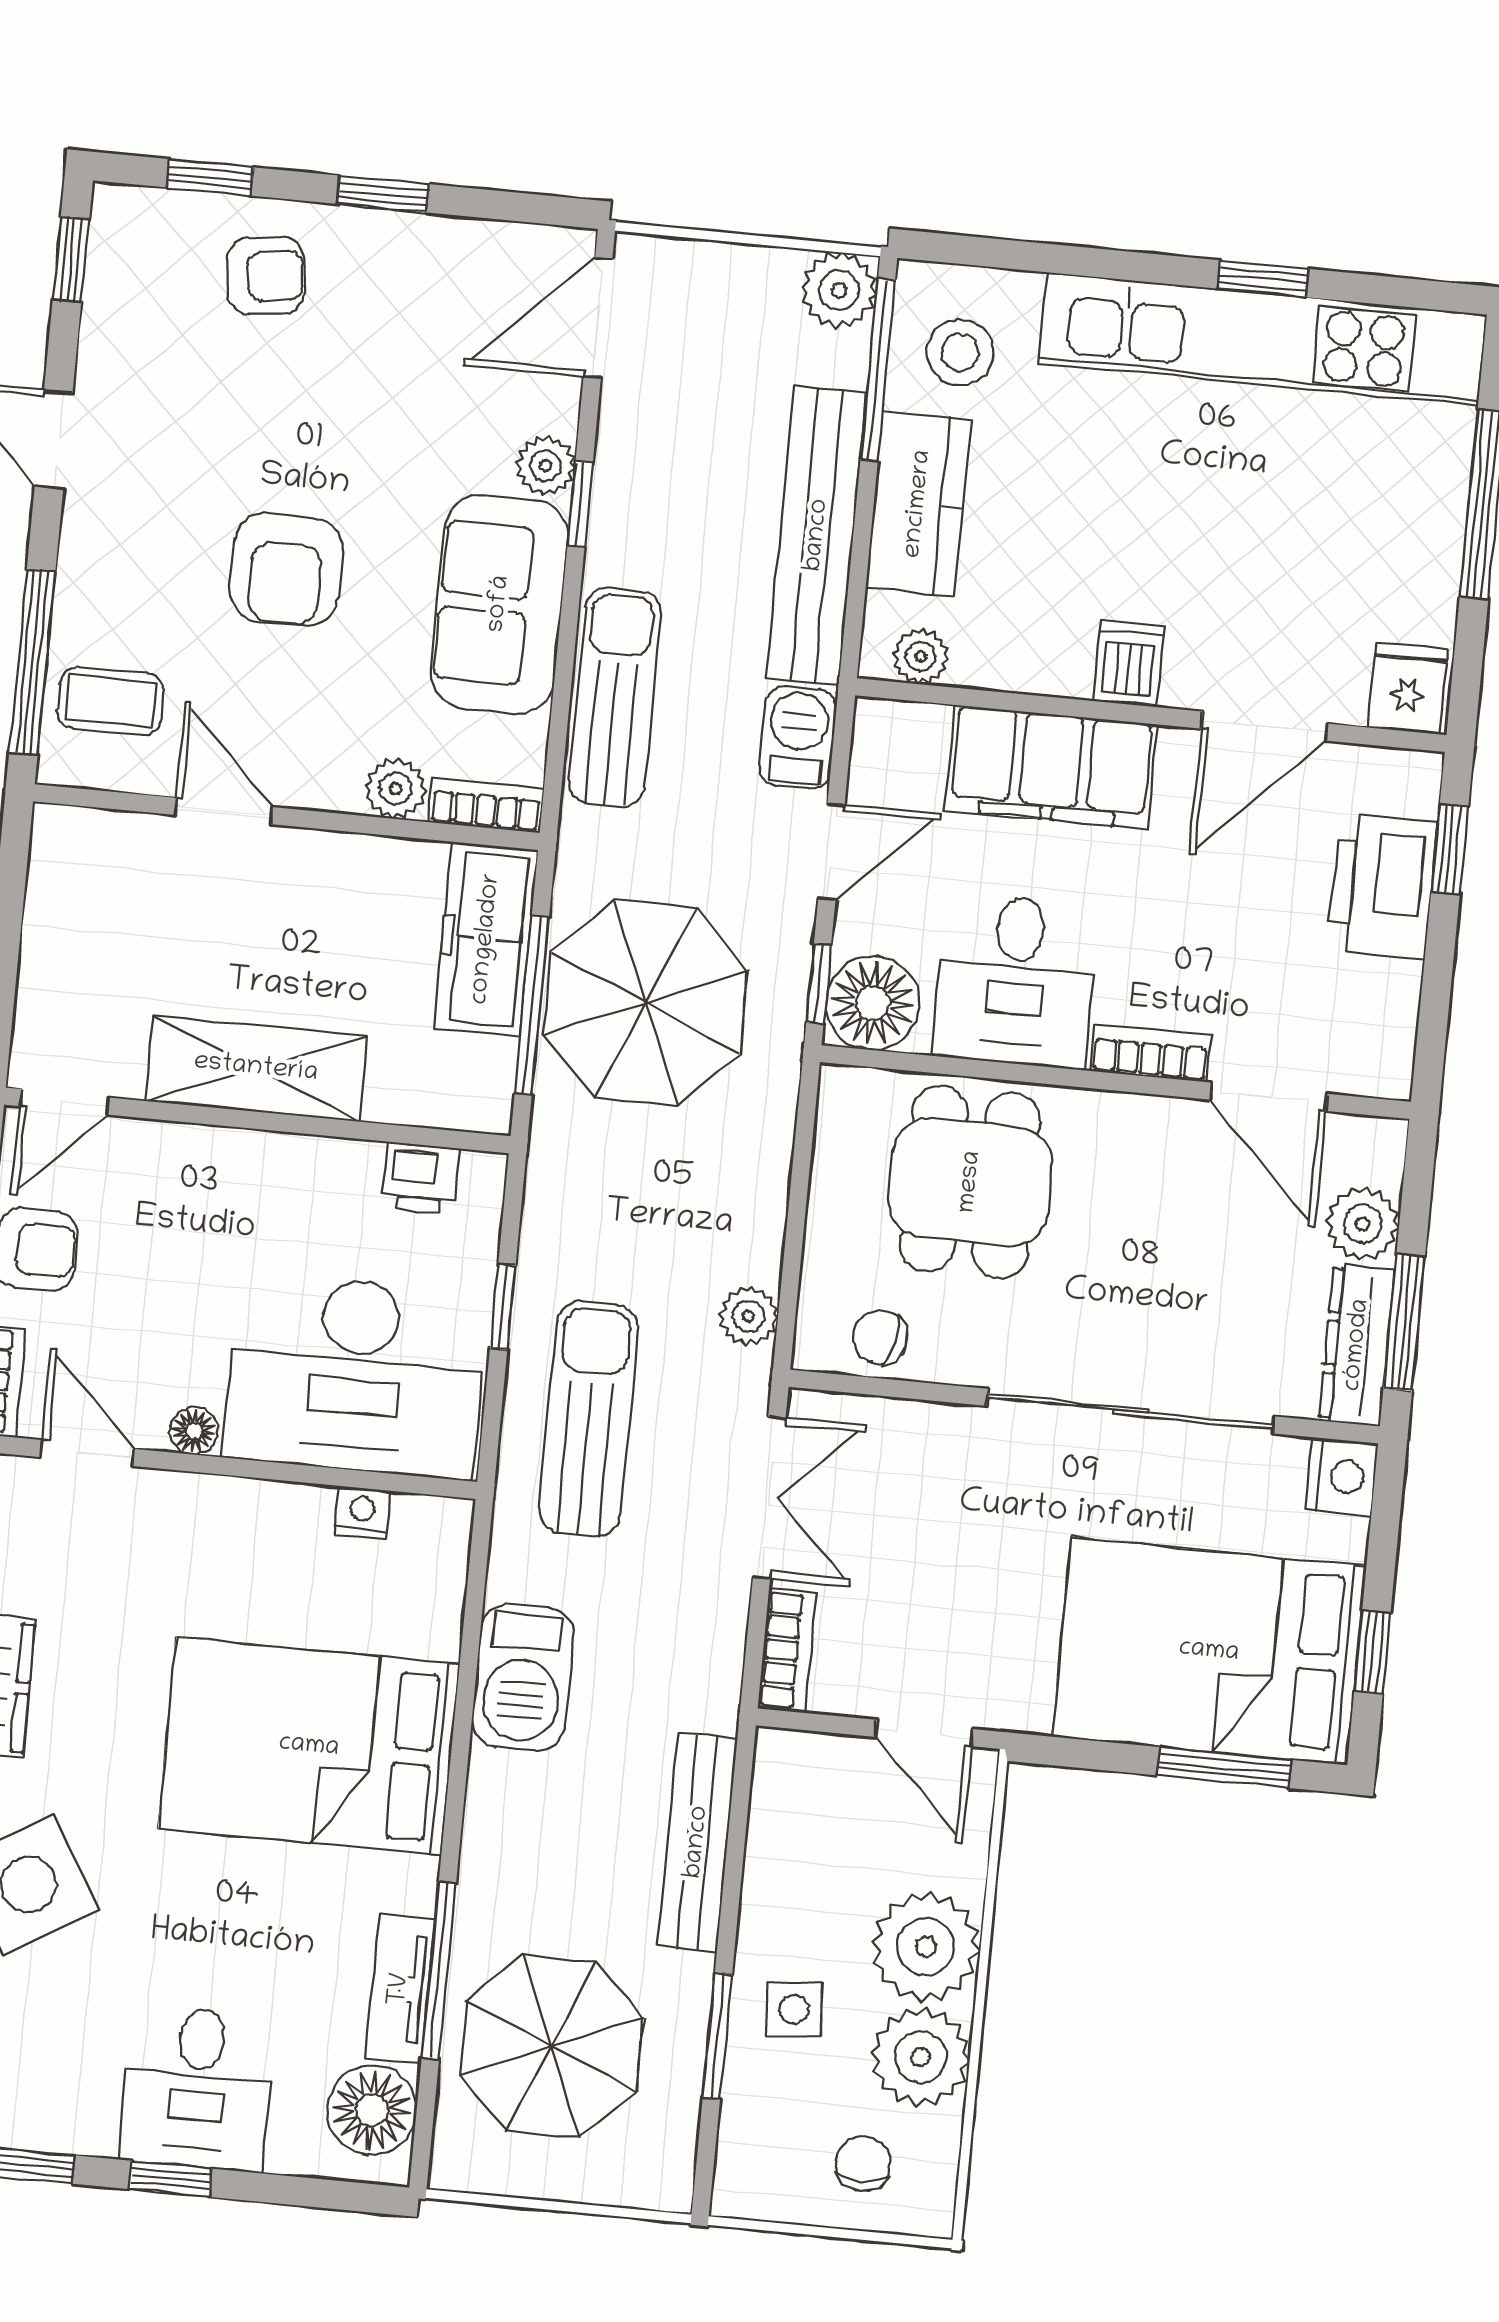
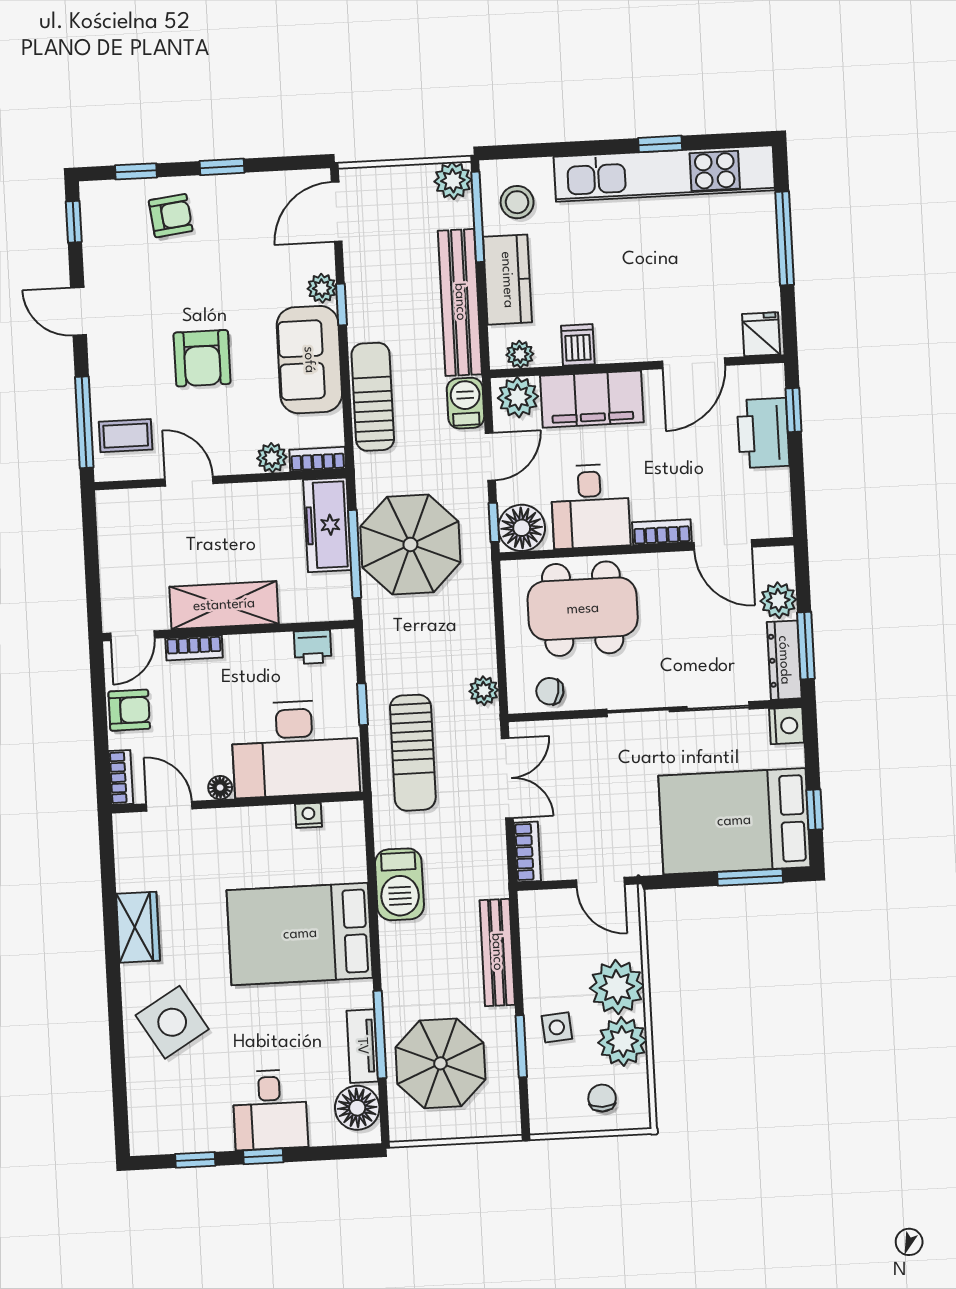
dishwasher: (1129, 664) -> (578, 345), moved
plant: (904, 741) -> (518, 397), added
bookcase: (184, 1145) -> (194, 648), added
dining table: (970, 1182) -> (583, 609), width x1.38
sun lounger: (589, 1419) -> (413, 753), turned 180

